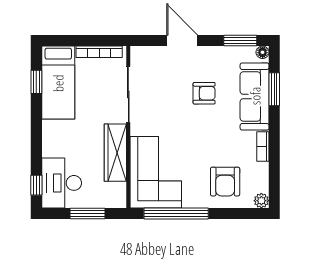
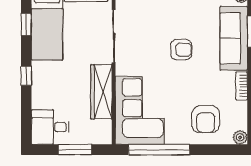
armchair: (204, 93) -> (181, 50), moved
desk: (62, 183) -> (50, 127), width x0.73
window: (36, 185) -> (26, 76), moved

